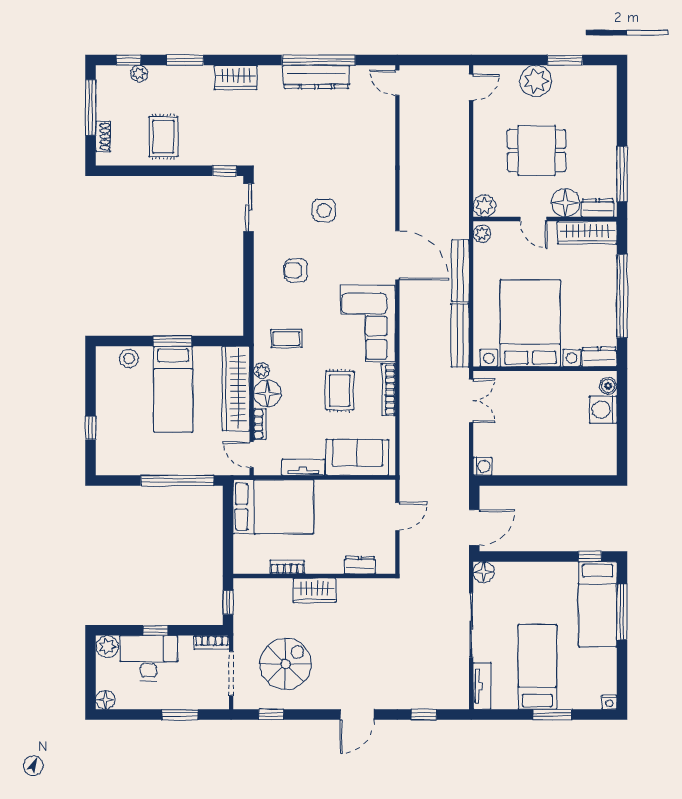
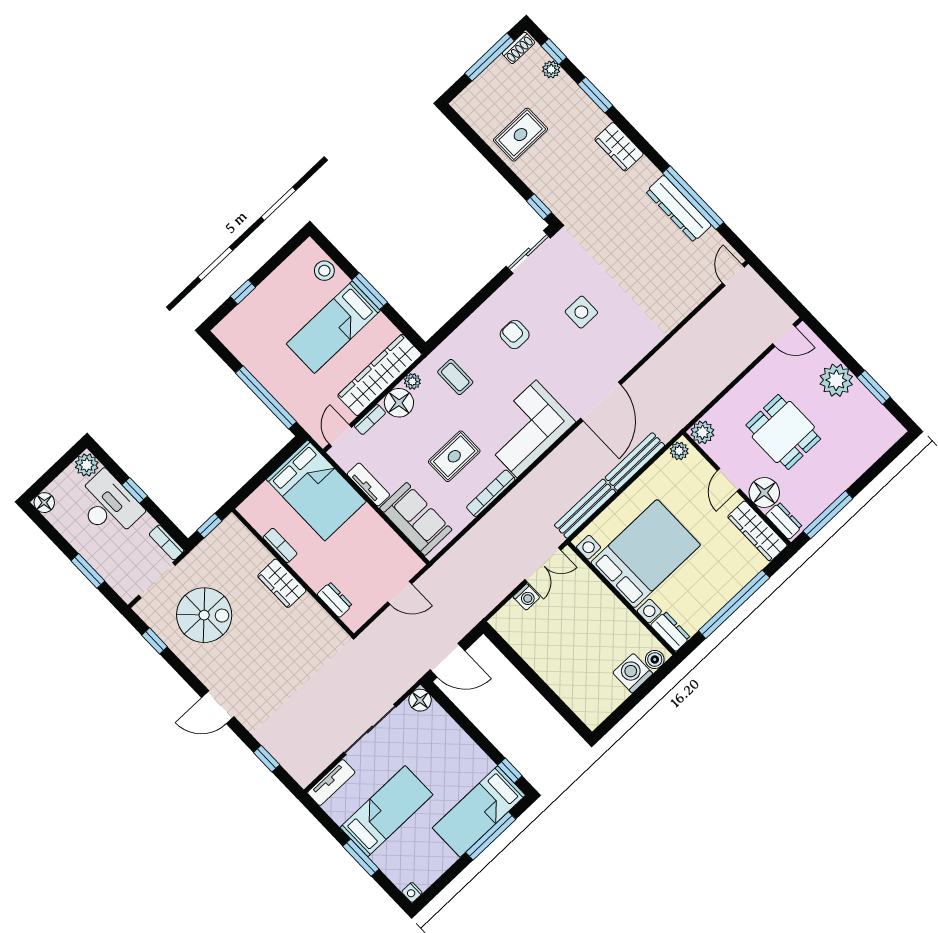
shoe rack: (103, 136) -> (518, 48), moved
washing machine: (482, 466) -> (526, 597), moved

